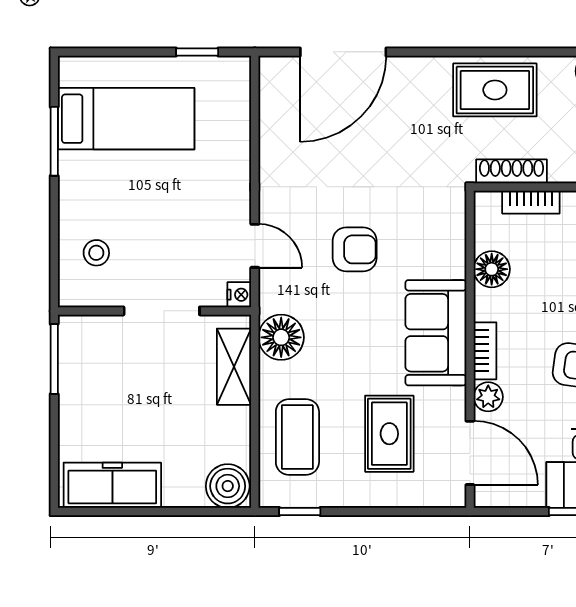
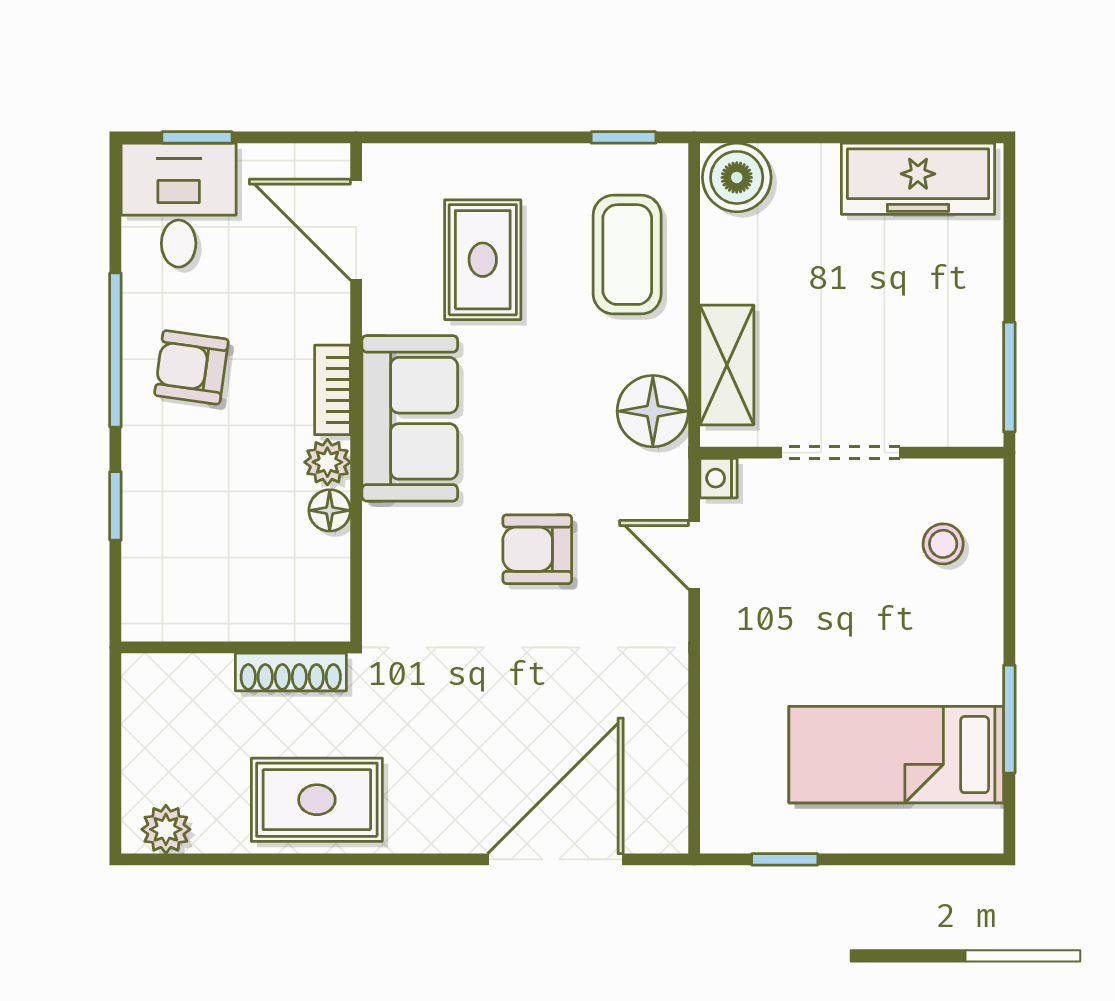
bookcase: (531, 202) -> (260, 624), removed
floor lamp: (492, 269) -> (330, 510), width x0.73, depth x0.73
plant: (488, 397) -> (327, 462), moved

